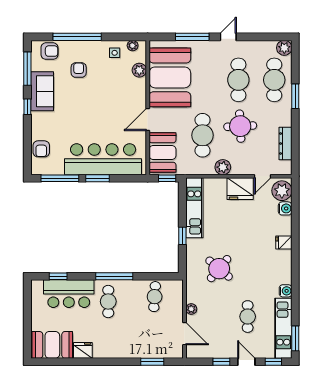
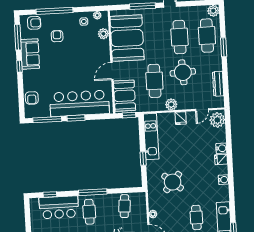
fridge: (240, 189) -> (181, 118), width x0.53, depth x0.75
water cooler: (285, 208) -> (221, 148), moved
water cooler: (286, 291) -> (223, 180), moved

